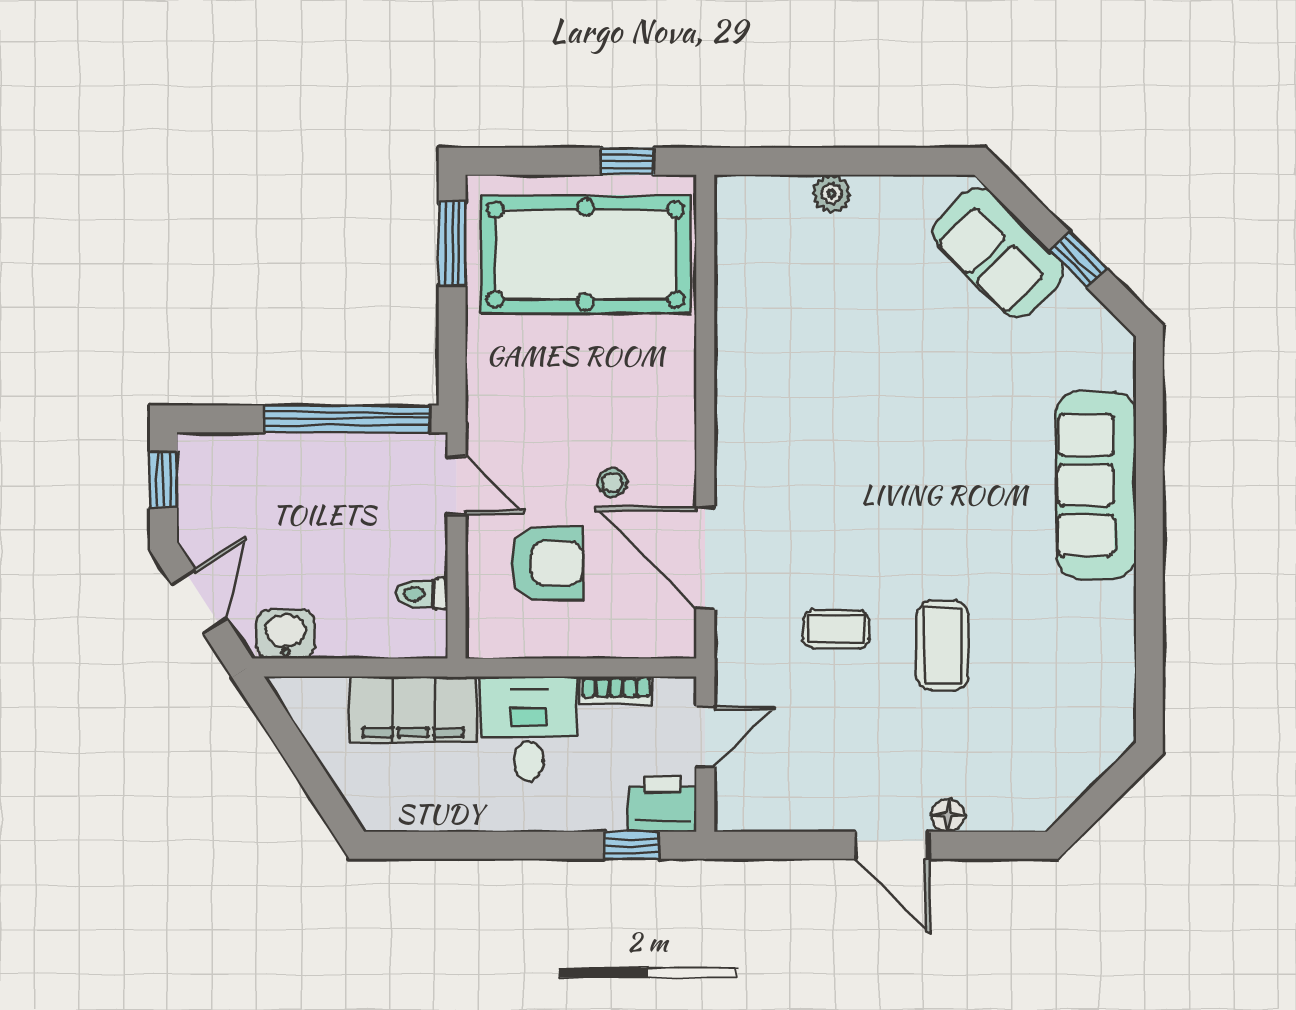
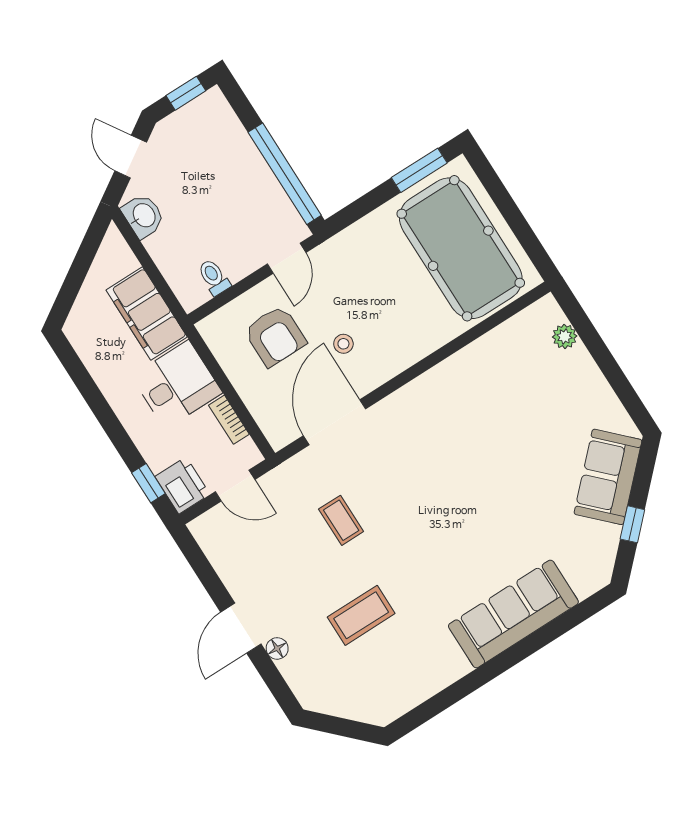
window: (627, 161) -> (527, 238), removed
plant: (831, 194) -> (565, 336), moved
door: (200, 602) -> (131, 157), swing flipped
coffee table: (942, 645) -> (361, 615), moved

